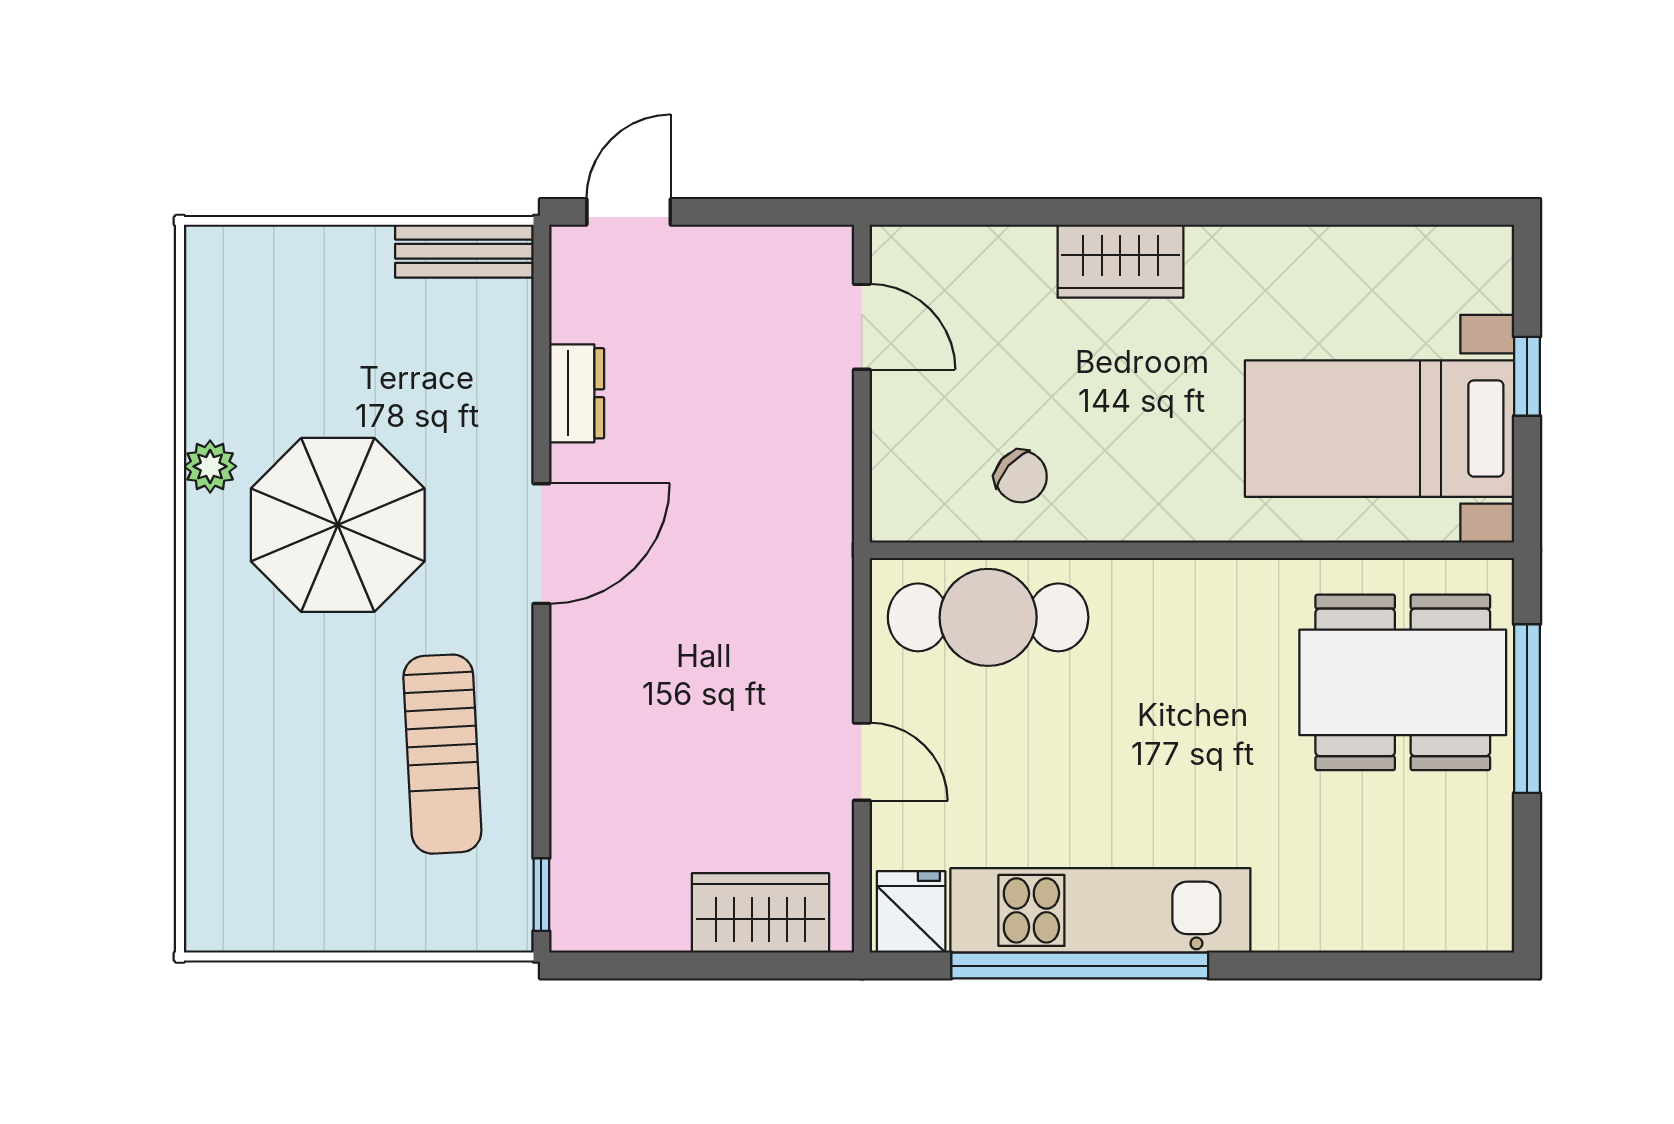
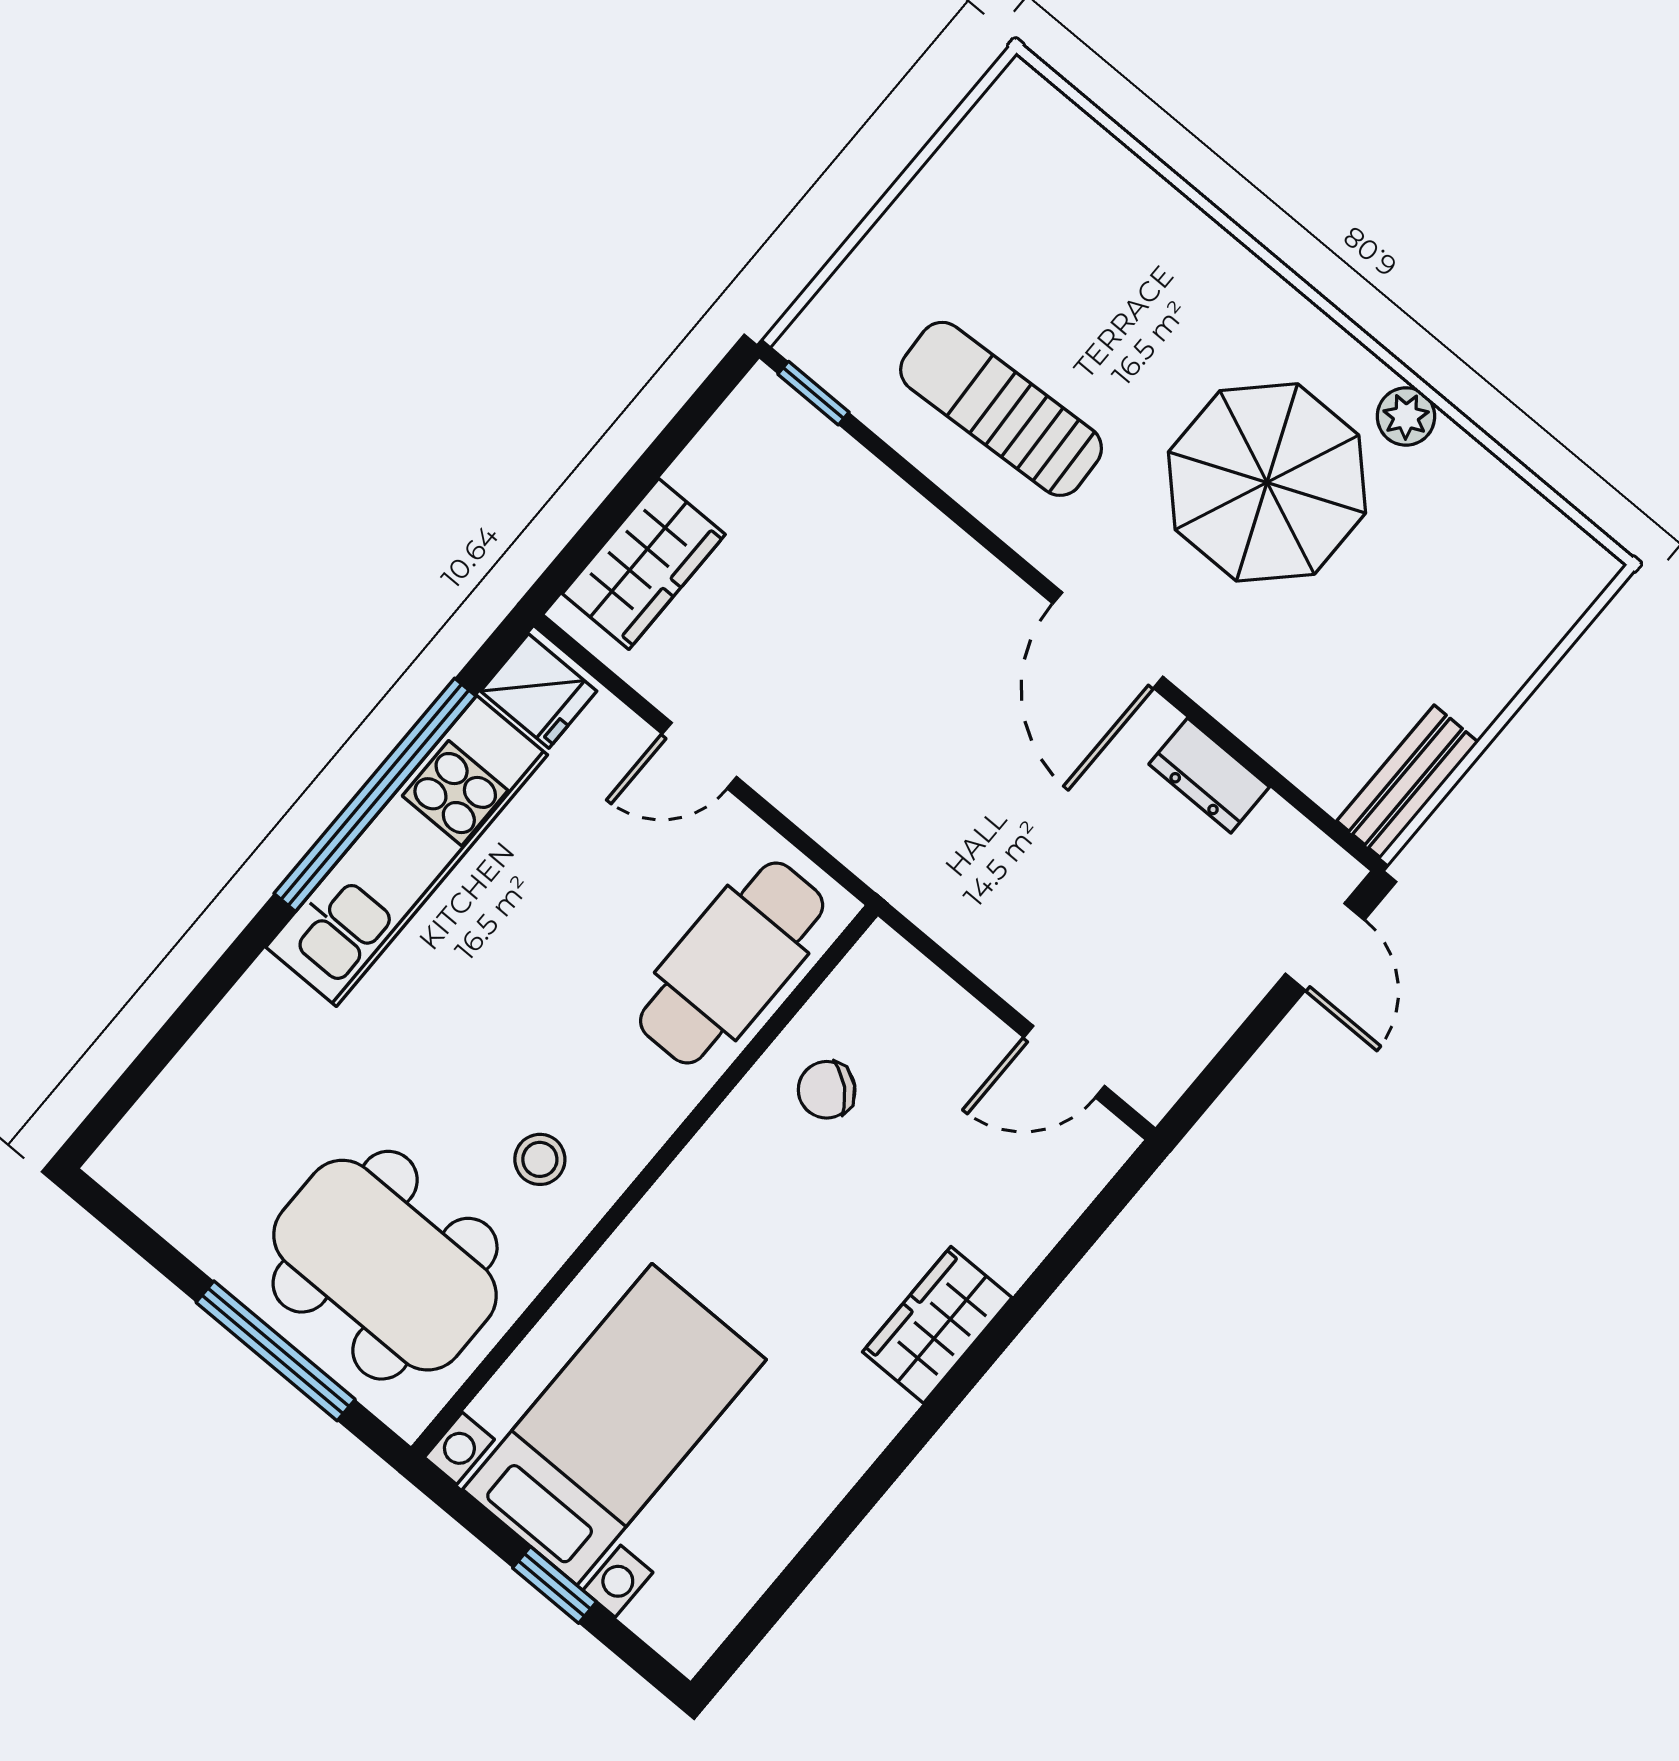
stool: (1238, 636) -> (540, 1159), added
dining table: (1403, 682) -> (385, 1265), turned 90

